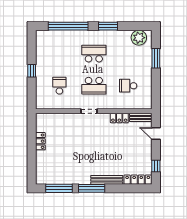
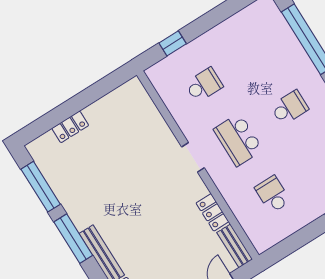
school desk: (94, 54) -> (289, 108), width x0.54
window: (32, 71) -> (173, 43), moved
locker: (40, 141) -> (70, 127), moved

